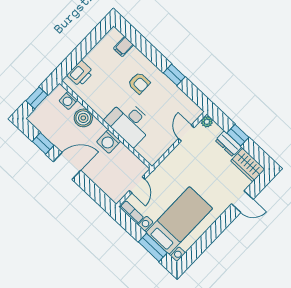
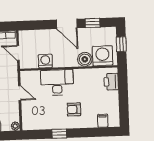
washing machine: (68, 101) -> (103, 56), width x1.89, depth x1.89
door: (186, 133) -> (20, 93), moved
washing machine: (109, 141) -> (45, 61), moved
door: (67, 166) -> (67, 24), hinge flipped

